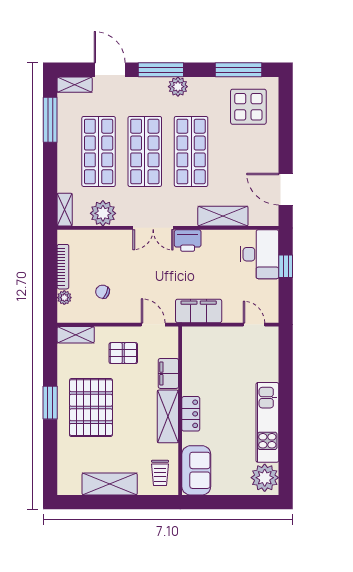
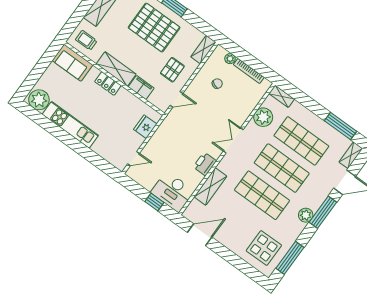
printer: (188, 241) -> (205, 164), moved
filing cabinet: (199, 311) -> (165, 132), removed
fridge: (209, 337) -> (145, 127), added

